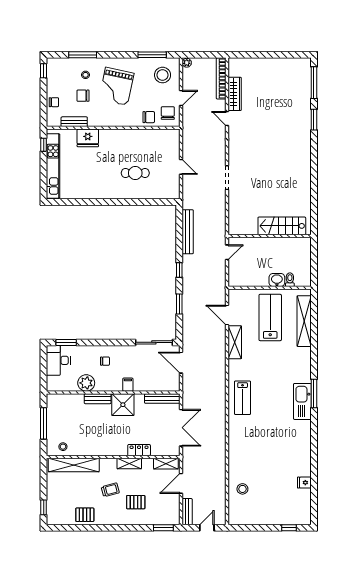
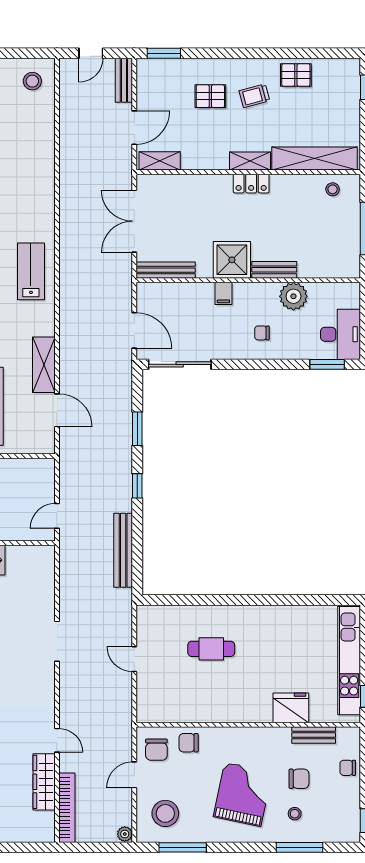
locker: (139, 450) -> (251, 184), moved
shelving: (129, 464) -> (250, 161), moved
stool: (242, 489) -> (32, 81), moved
trolley: (110, 490) -> (254, 96), moved

